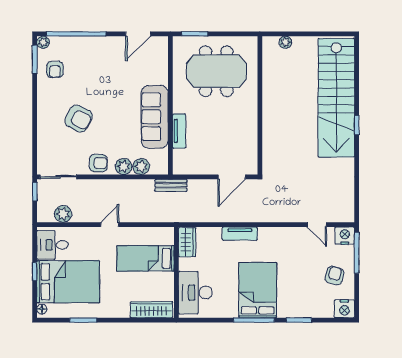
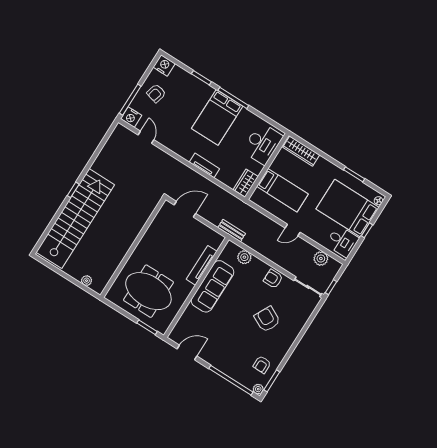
armchair: (55, 69) -> (262, 365), turned 180
tv unit: (179, 131) -> (202, 265), width x1.41
plant: (124, 167) -> (257, 265), removed

